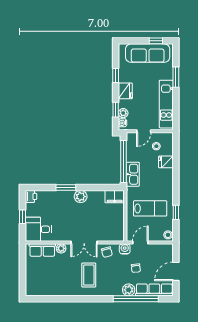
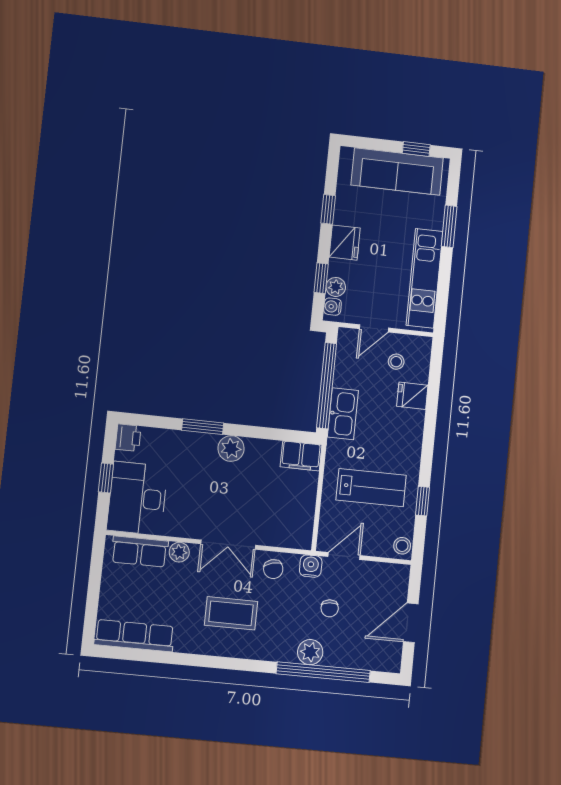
desk: (38, 229) -> (137, 498), width x1.37
coffee table: (89, 275) -> (231, 613), turned 90
row of seats: (154, 290) -> (134, 636), moved

